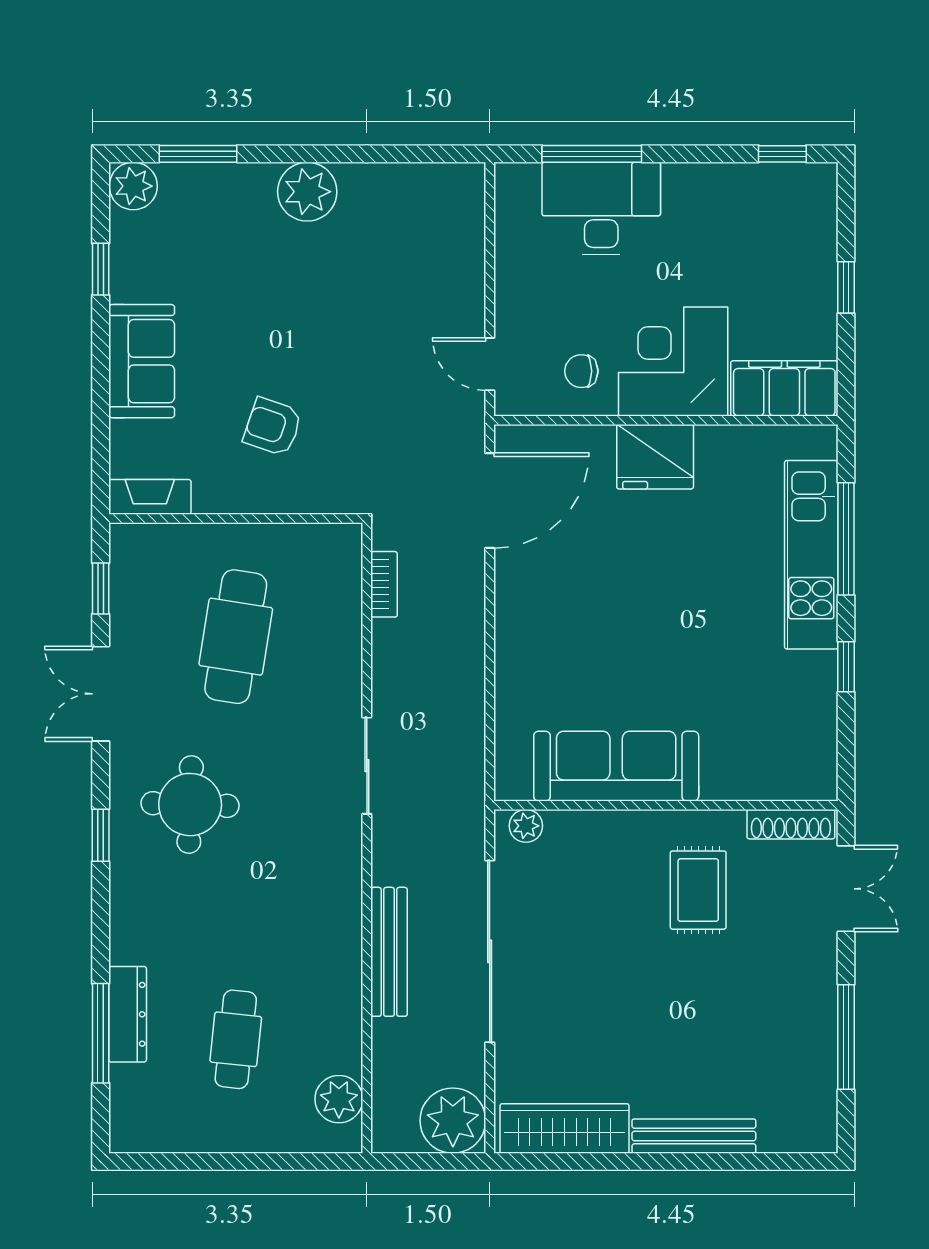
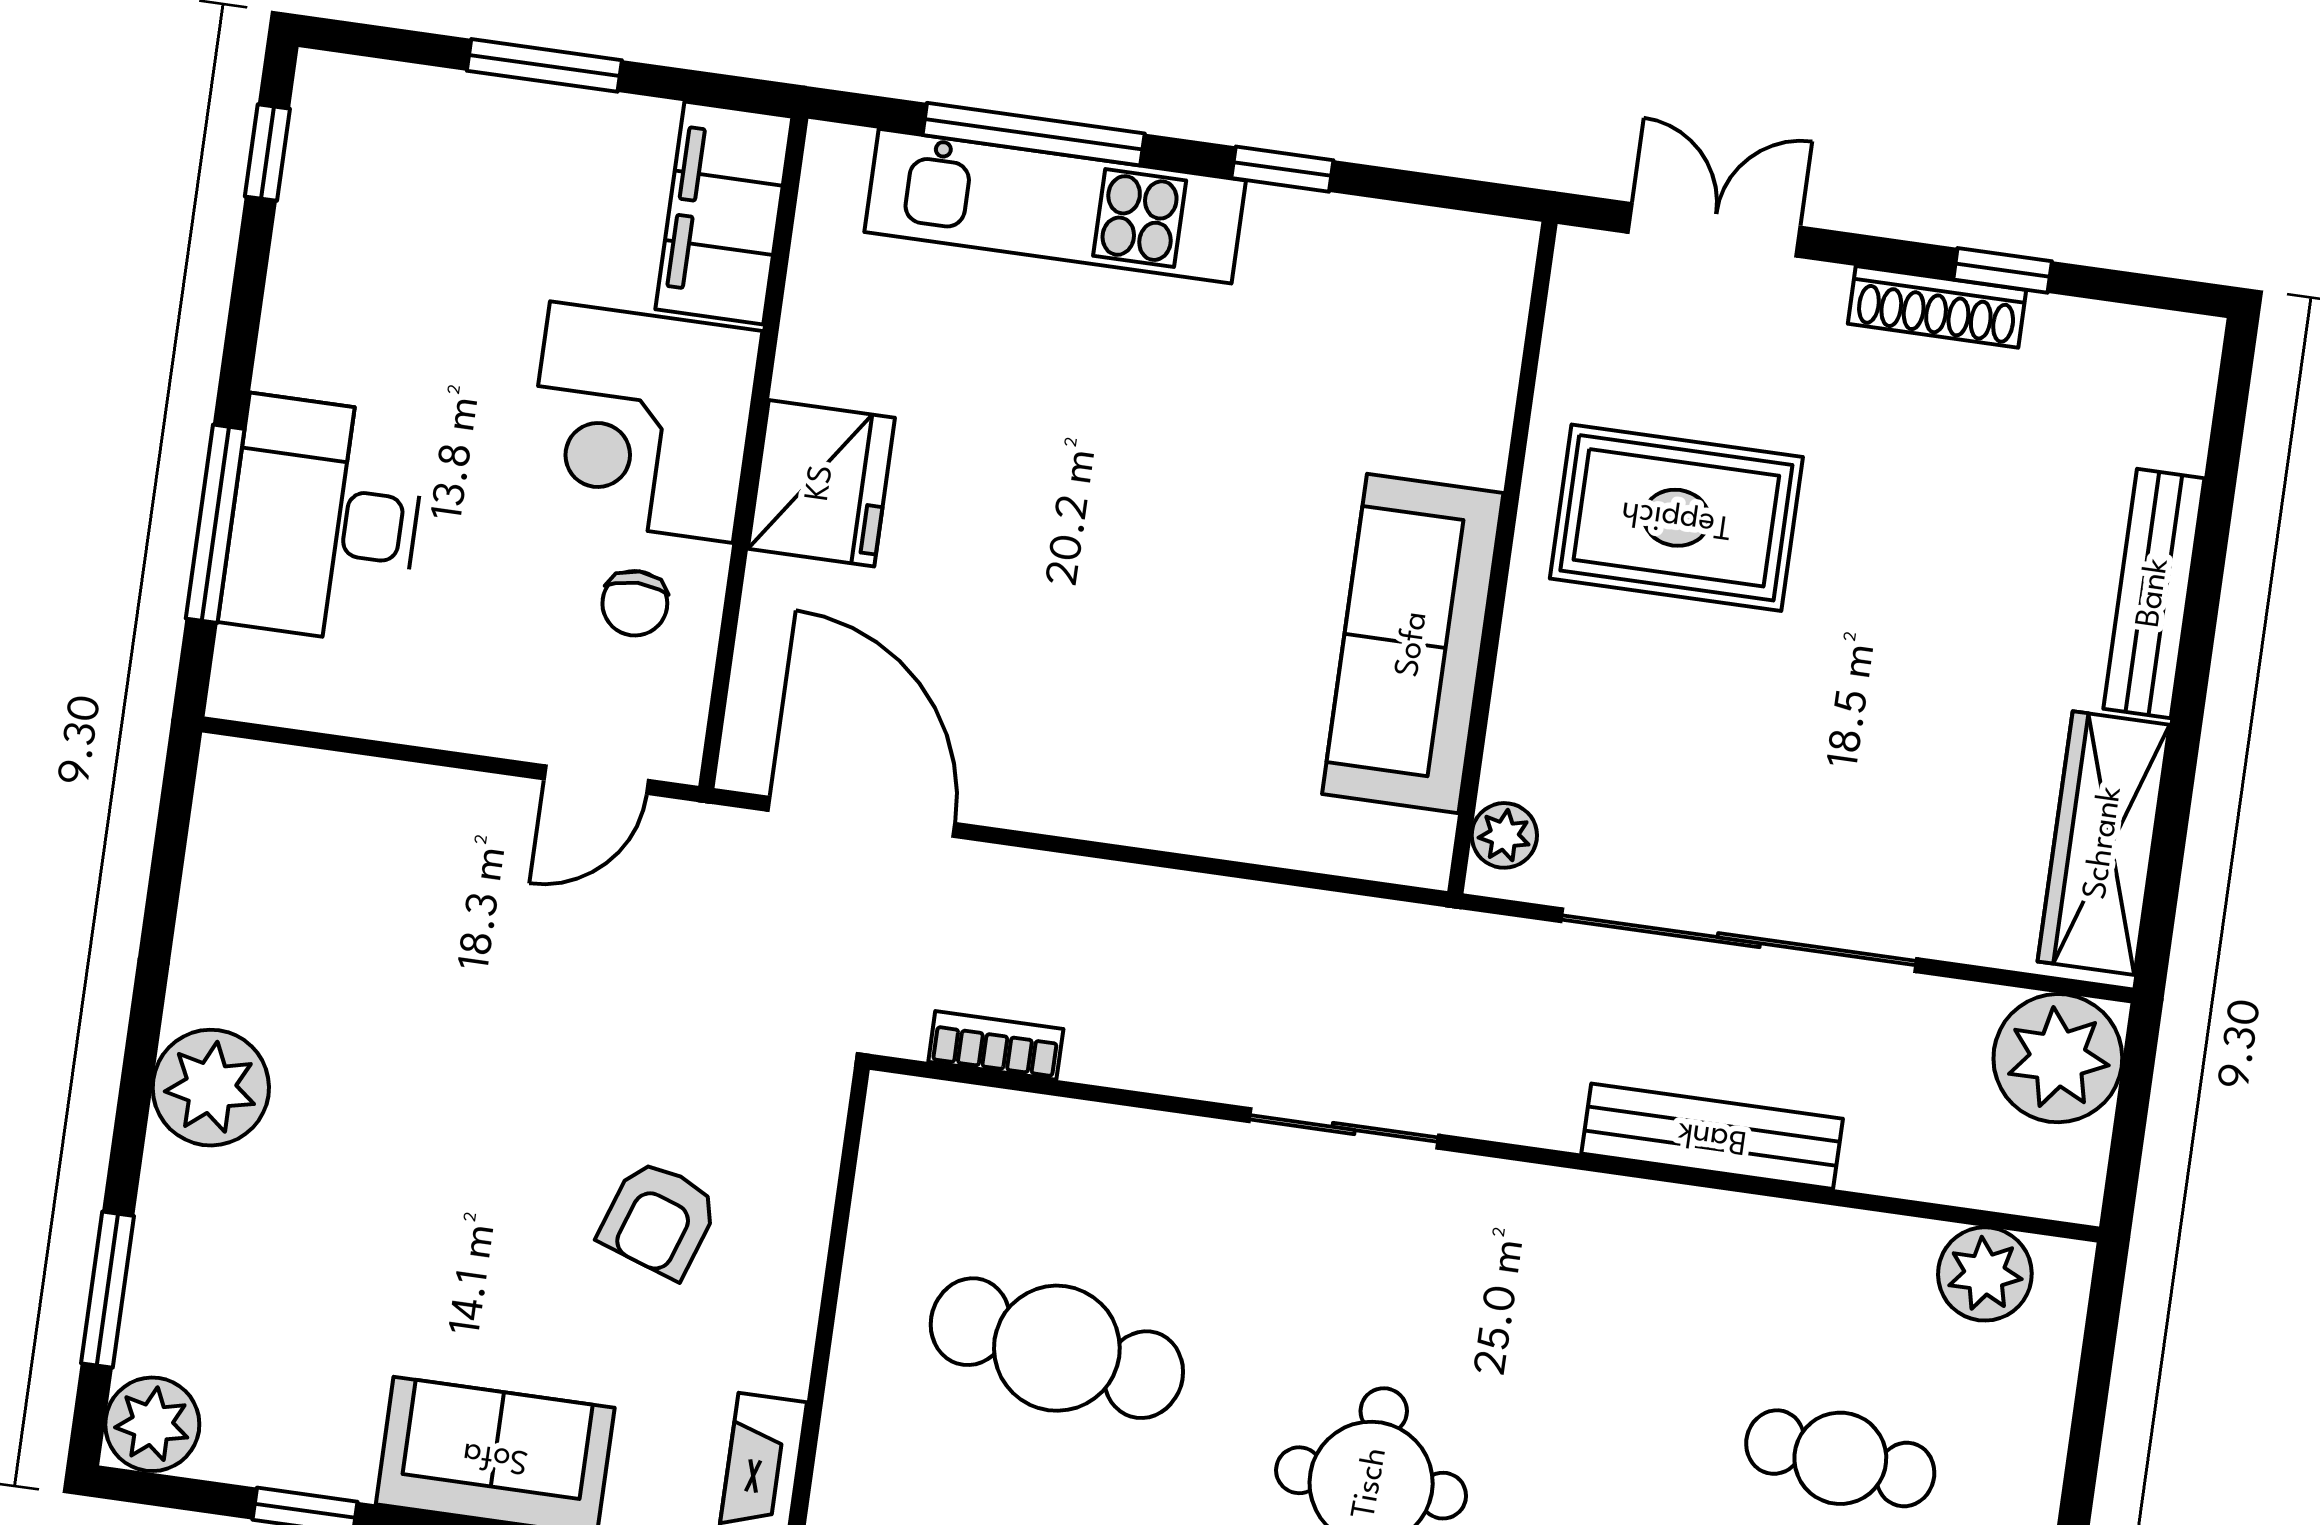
window: (846, 287) -> (544, 65), width x1.50
shoe rack: (791, 824) -> (1937, 307), moved, turned 90
rug: (698, 890) -> (1676, 518), width x1.36, depth x1.43
window: (846, 1037) -> (2003, 270), width x0.46

